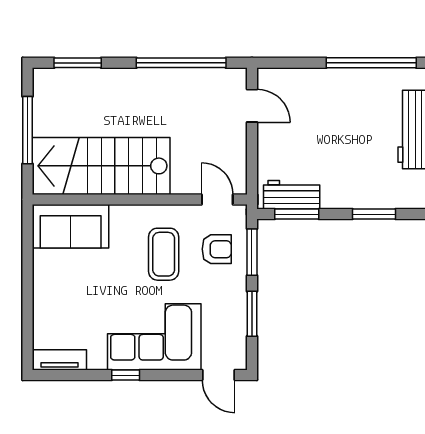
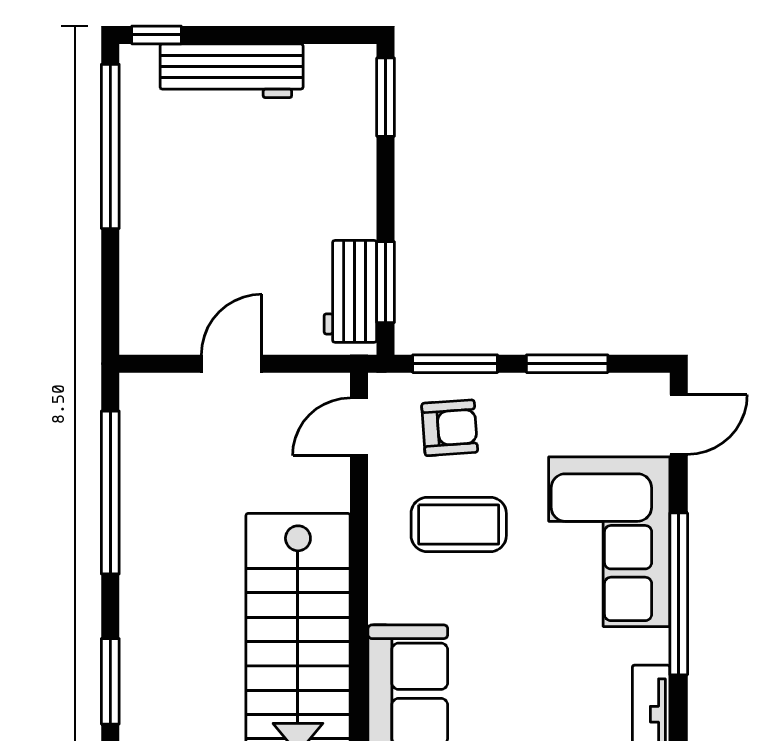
door: (252, 106) -> (232, 364), moved
window: (374, 214) -> (386, 97), moved
armchair: (217, 249) -> (450, 428), turned 86
window: (126, 375) -> (679, 594), width x3.17

